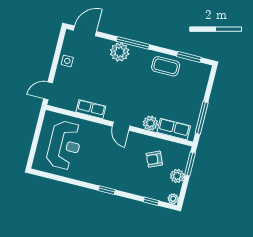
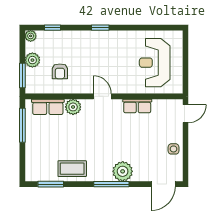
armchair: (154, 159) -> (60, 71), turned 114

